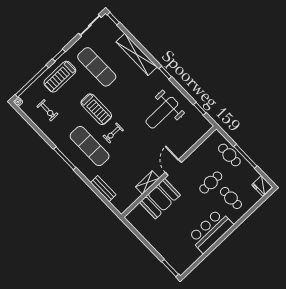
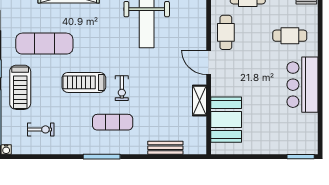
treadmill: (96, 109) -> (84, 82), turned 180
exercise mat: (90, 146) -> (113, 122), width x0.73, depth x0.69
cafe table: (211, 182) -> (226, 32), moved
booth: (160, 199) -> (226, 120), moved

